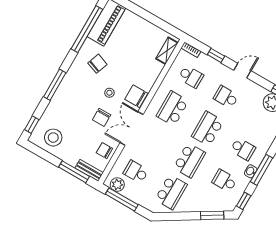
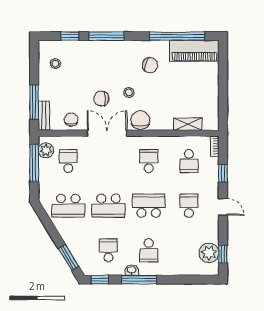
shelving: (167, 51) -> (188, 124), moved
school desk: (172, 108) -> (149, 161), width x0.54
window: (32, 125) -> (70, 36), moved
stool: (53, 138) -> (55, 64), width x0.53, depth x0.53

